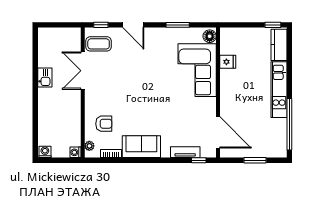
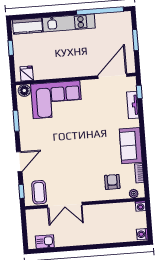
window: (273, 25) -> (11, 48), moved
fridge: (228, 62) -> (27, 73), moved
kitchen sink: (45, 78) -> (45, 242), moved

